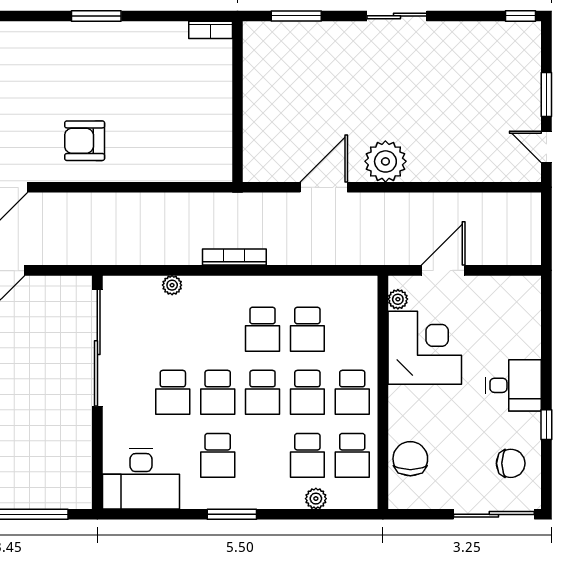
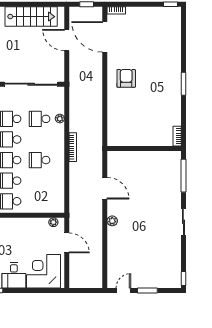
window: (296, 16) -> (183, 176), width x1.44
plant: (385, 161) -> (112, 221), width x0.53, depth x0.53
school desk: (307, 329) -> (40, 119), moved
corner desk: (425, 348) -> (43, 271), moved, turned 180

